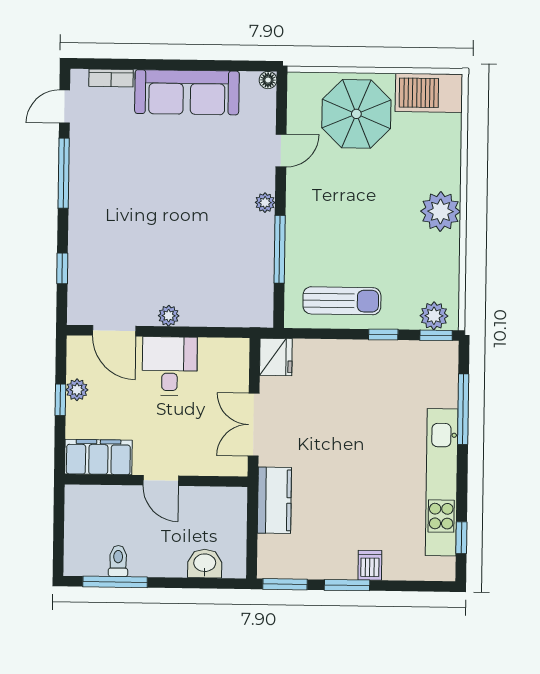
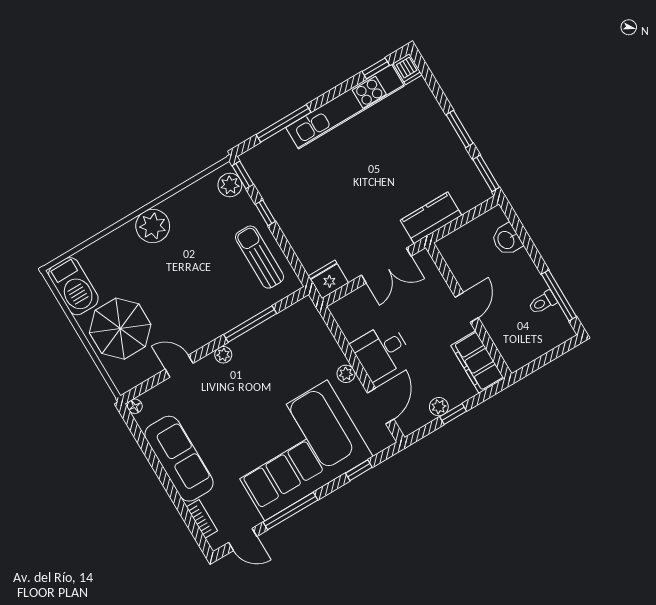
corner sofa: (122, 217) -> (296, 450), added
dishwasher: (370, 565) -> (408, 69), moved, turned -90

